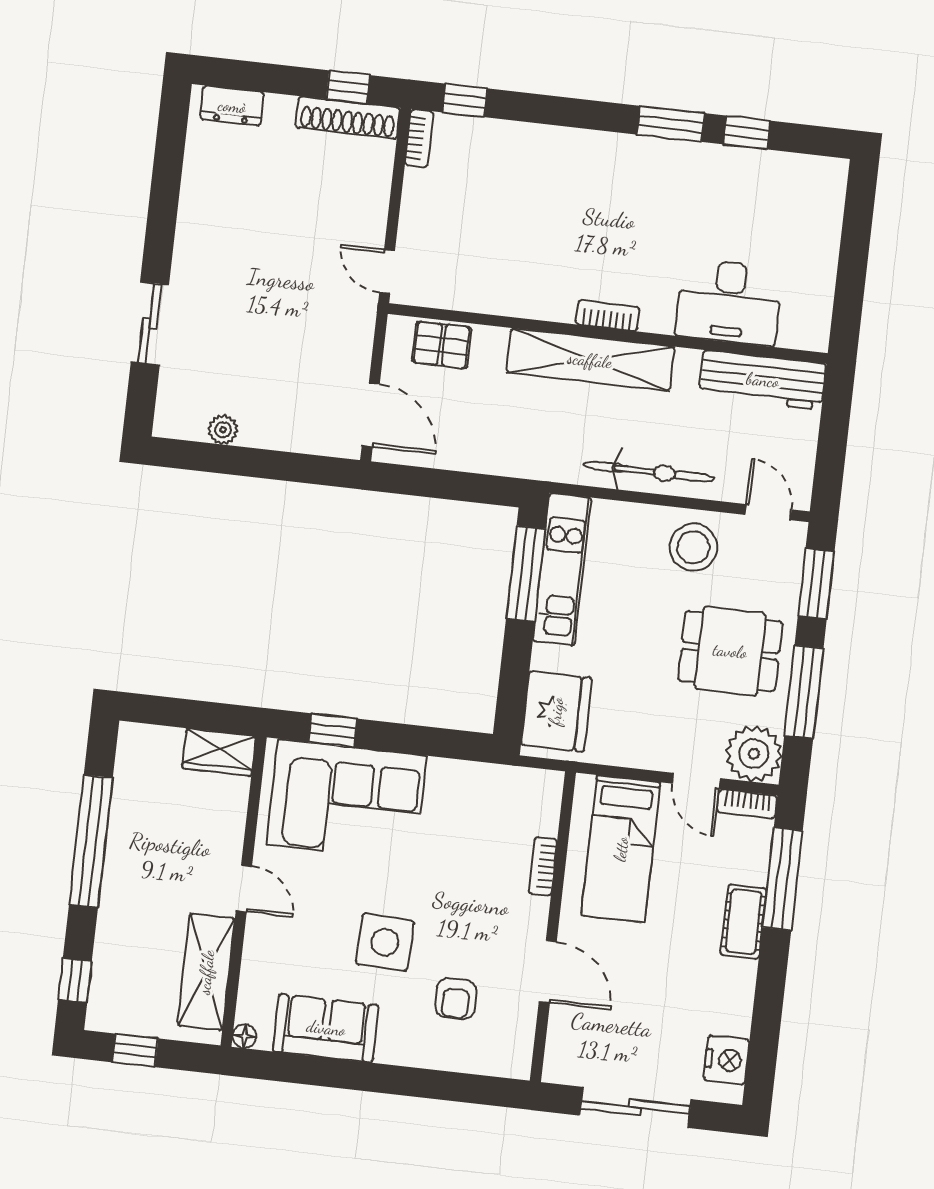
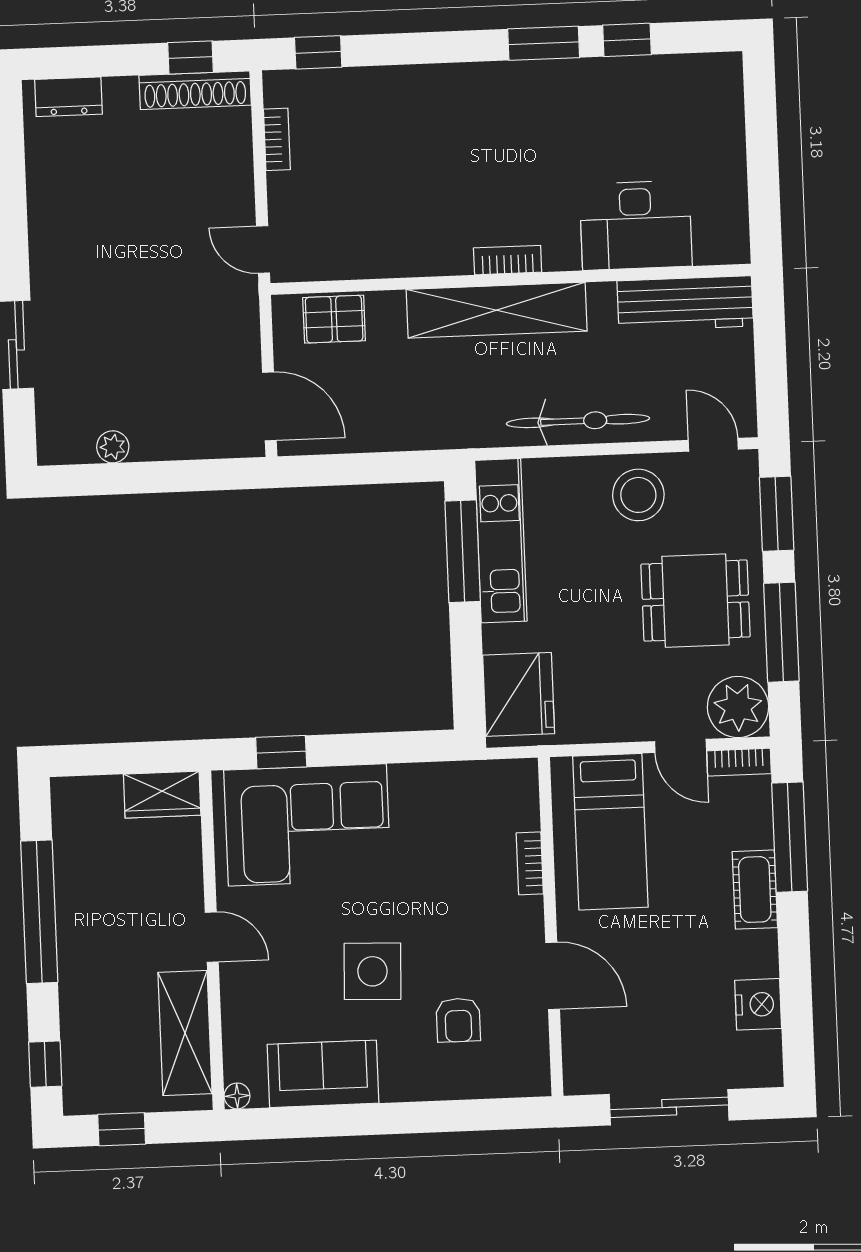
bookcase: (419, 138) -> (277, 139), moved
nightstand: (727, 1060) -> (758, 1004), moved

